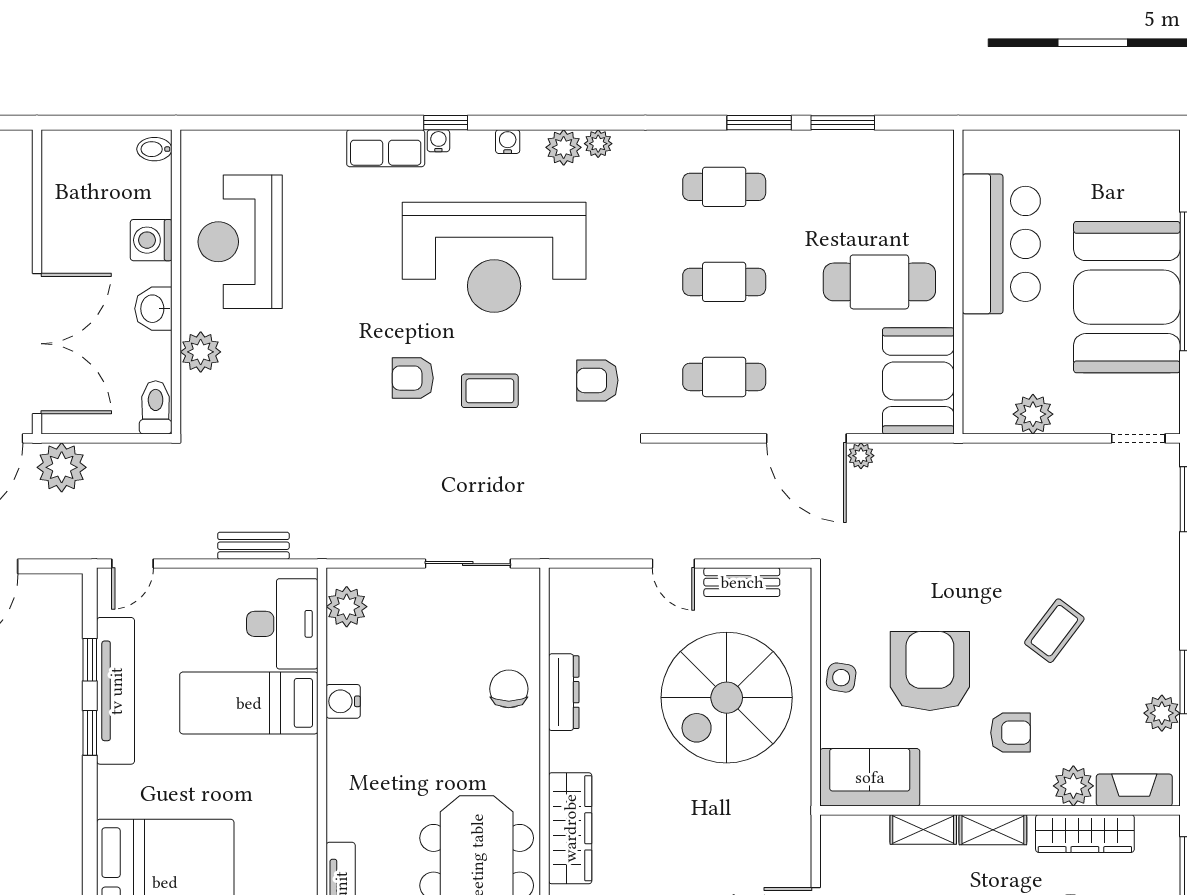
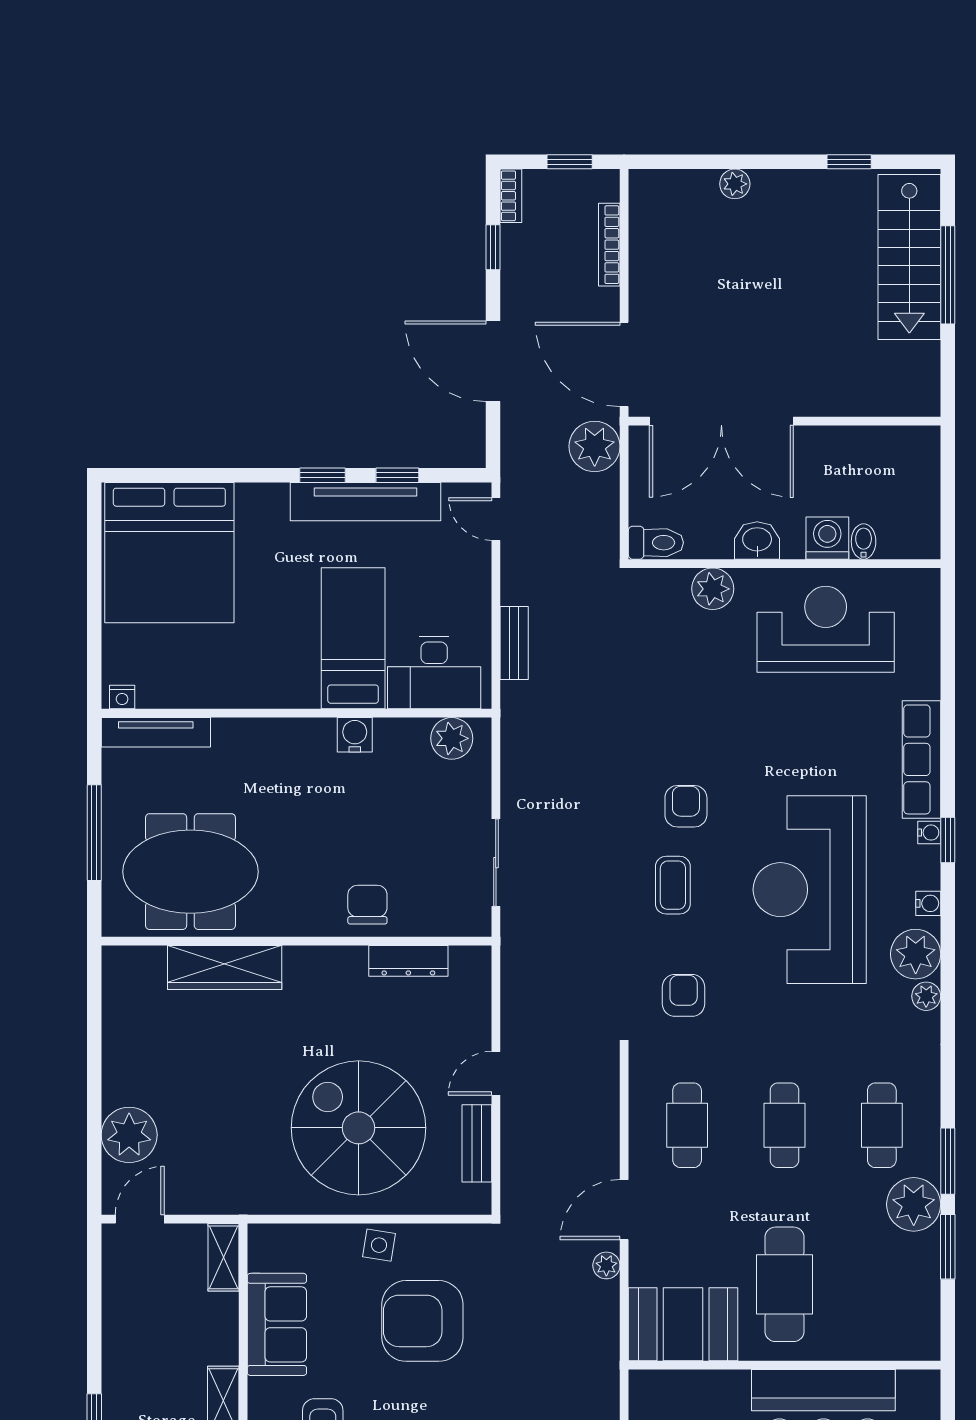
plant: (564, 147) -> (916, 954), width x1.36, depth x1.36
row of seats: (386, 148) -> (921, 759), width x1.48
bidet: (154, 149) -> (864, 541), moved
plant: (801, 156) -> (914, 1204), added
door: (806, 438) -> (624, 1210), width x0.73
armchair: (930, 671) -> (422, 1321), moved, turned 180
chair: (509, 689) -> (367, 905), turned -90
dresser: (564, 692) -> (408, 961), moved
sofa: (870, 777) -> (277, 1324), moved
shelving: (923, 829) -> (223, 1257), moved

